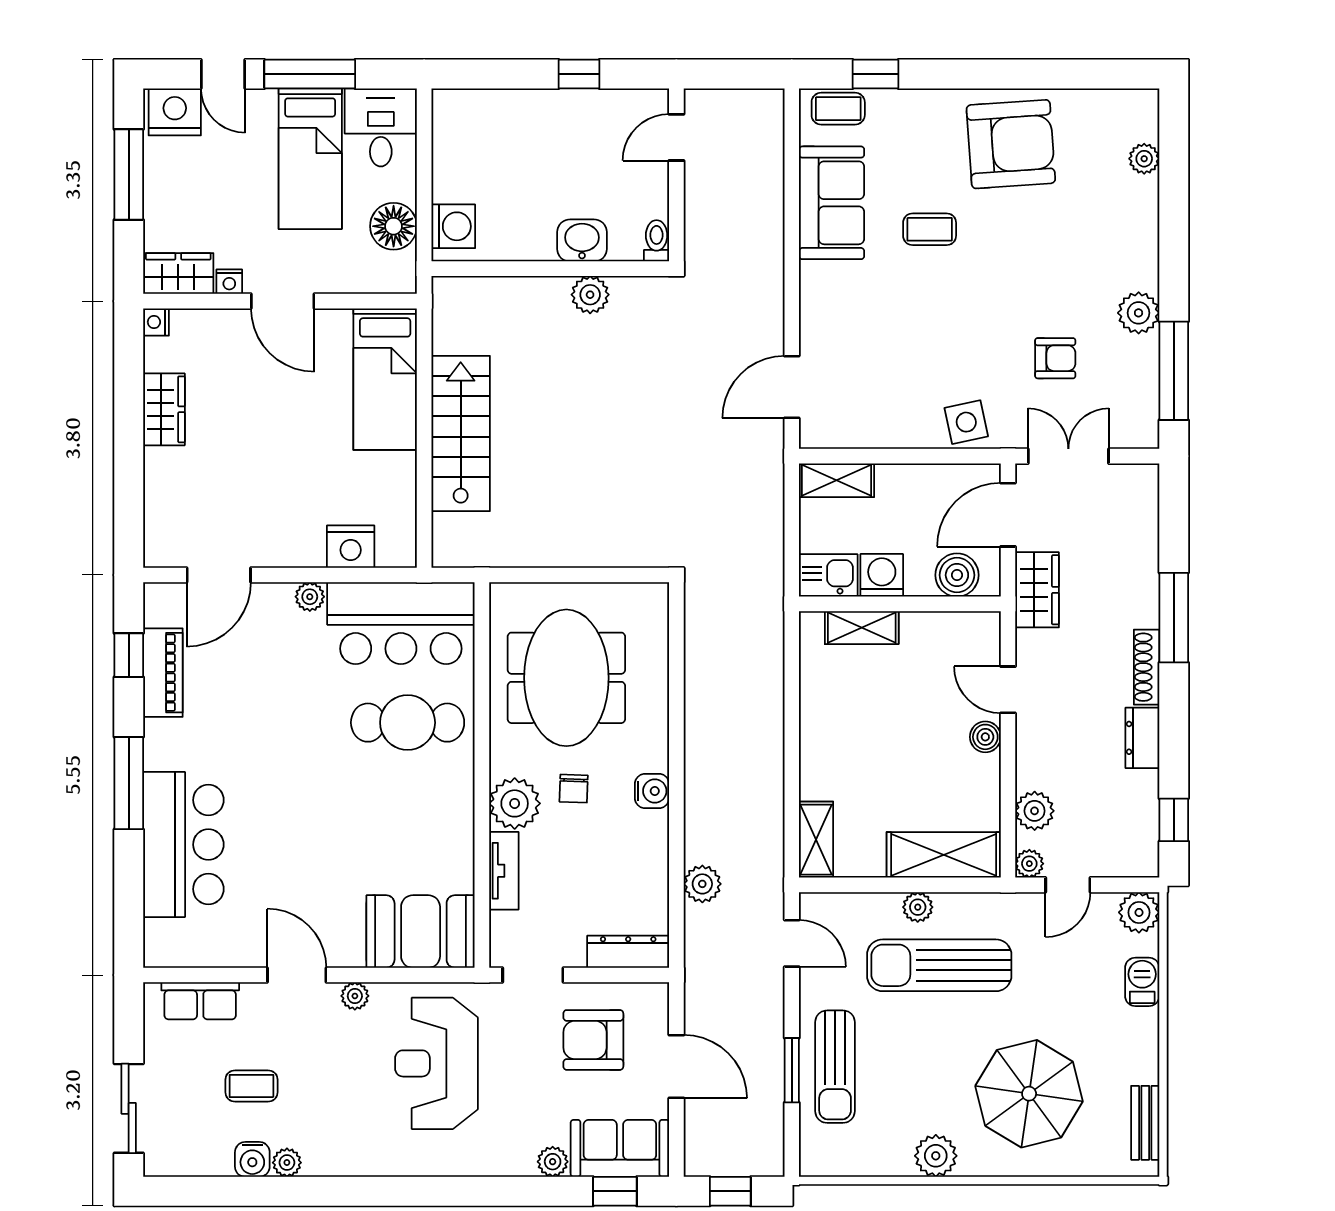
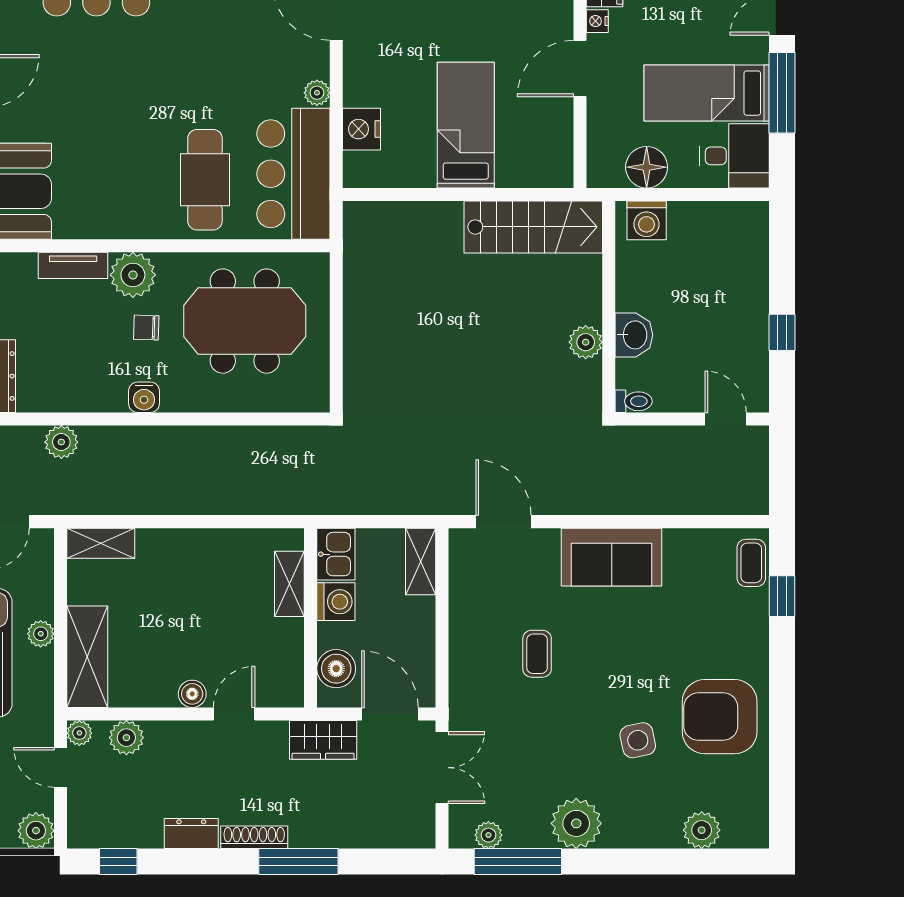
armchair: (1011, 144) -> (720, 717), turned 94
plant: (1144, 159) -> (702, 830), width x1.38, depth x1.38
sofa: (832, 203) -> (612, 557), moved
coffee table: (930, 229) -> (537, 654), moved
plant: (1139, 313) -> (576, 823), width x1.36, depth x1.36
armchair: (1055, 358) -> (529, 756), removed
bed: (385, 379) -> (466, 125), moved, turned 90
plant: (1144, 404) -> (488, 835), added
side table: (966, 422) -> (638, 740), moved
stairs: (461, 433) -> (533, 227), moved

